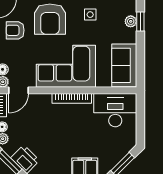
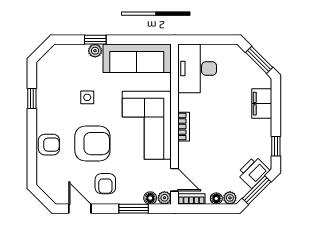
sofa: (124, 65) -> (137, 58), width x1.36
bookcase: (72, 98) -> (184, 127), width x0.64

